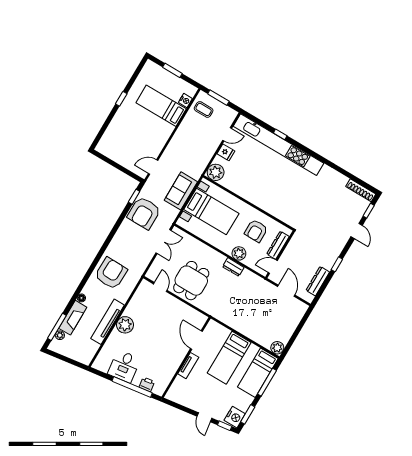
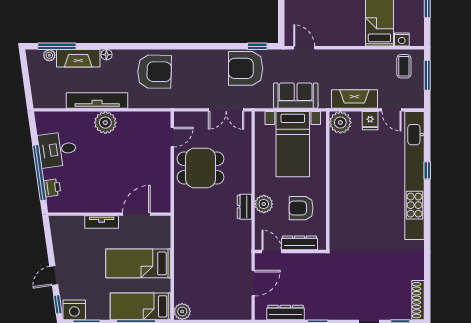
fireplace: (206, 154) -> (354, 99), added

